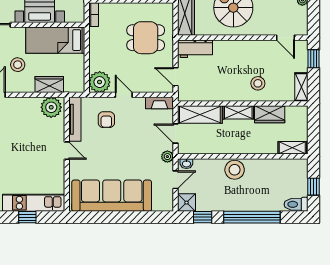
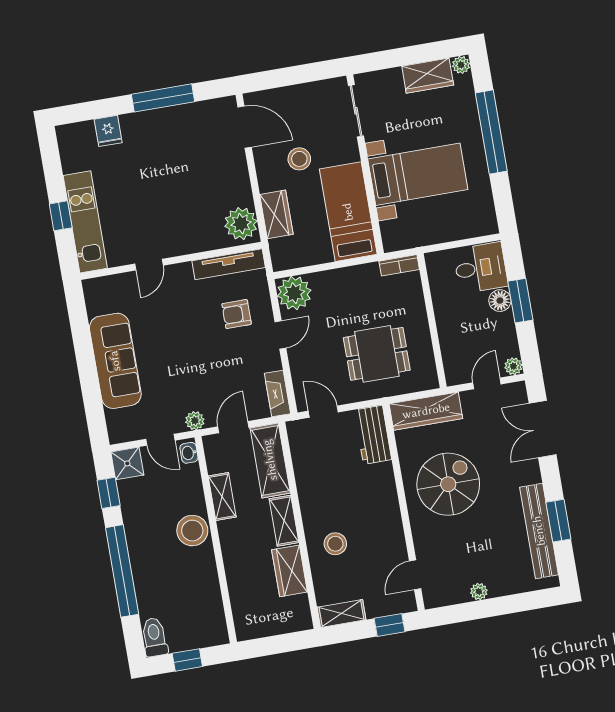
dining table: (146, 38) -> (377, 354), turned 90
door: (175, 77) -> (323, 412), hinge flipped
shelving: (292, 148) -> (222, 496), moved
door: (67, 151) -> (149, 265), moved
sofa: (112, 196) -> (115, 361), width x0.74, depth x0.79

